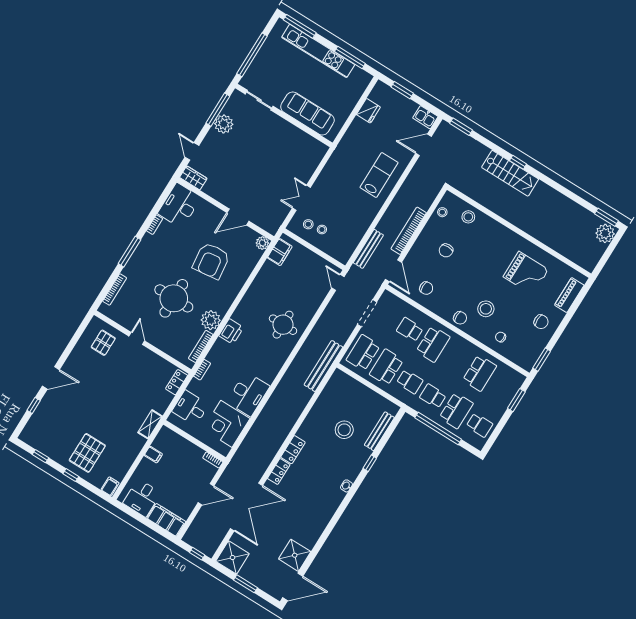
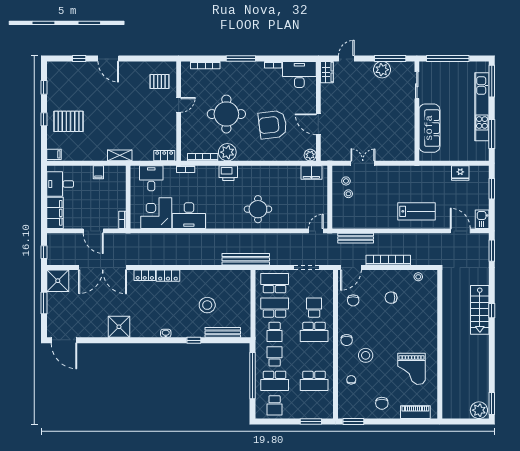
stool: (468, 217) -> (427, 299), removed
shower: (295, 555) -> (119, 327), moved

